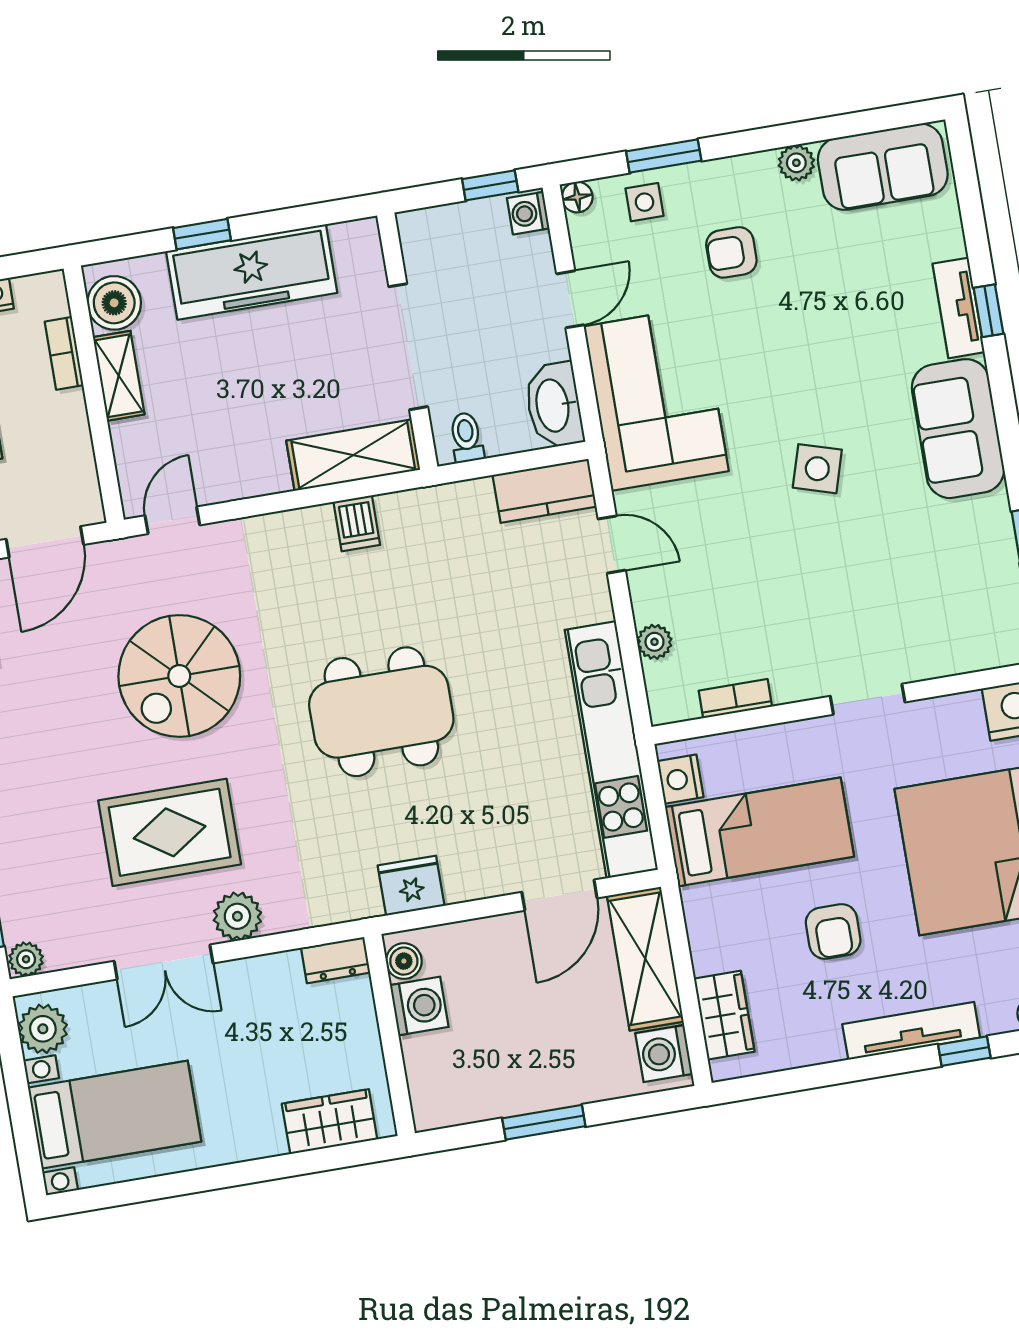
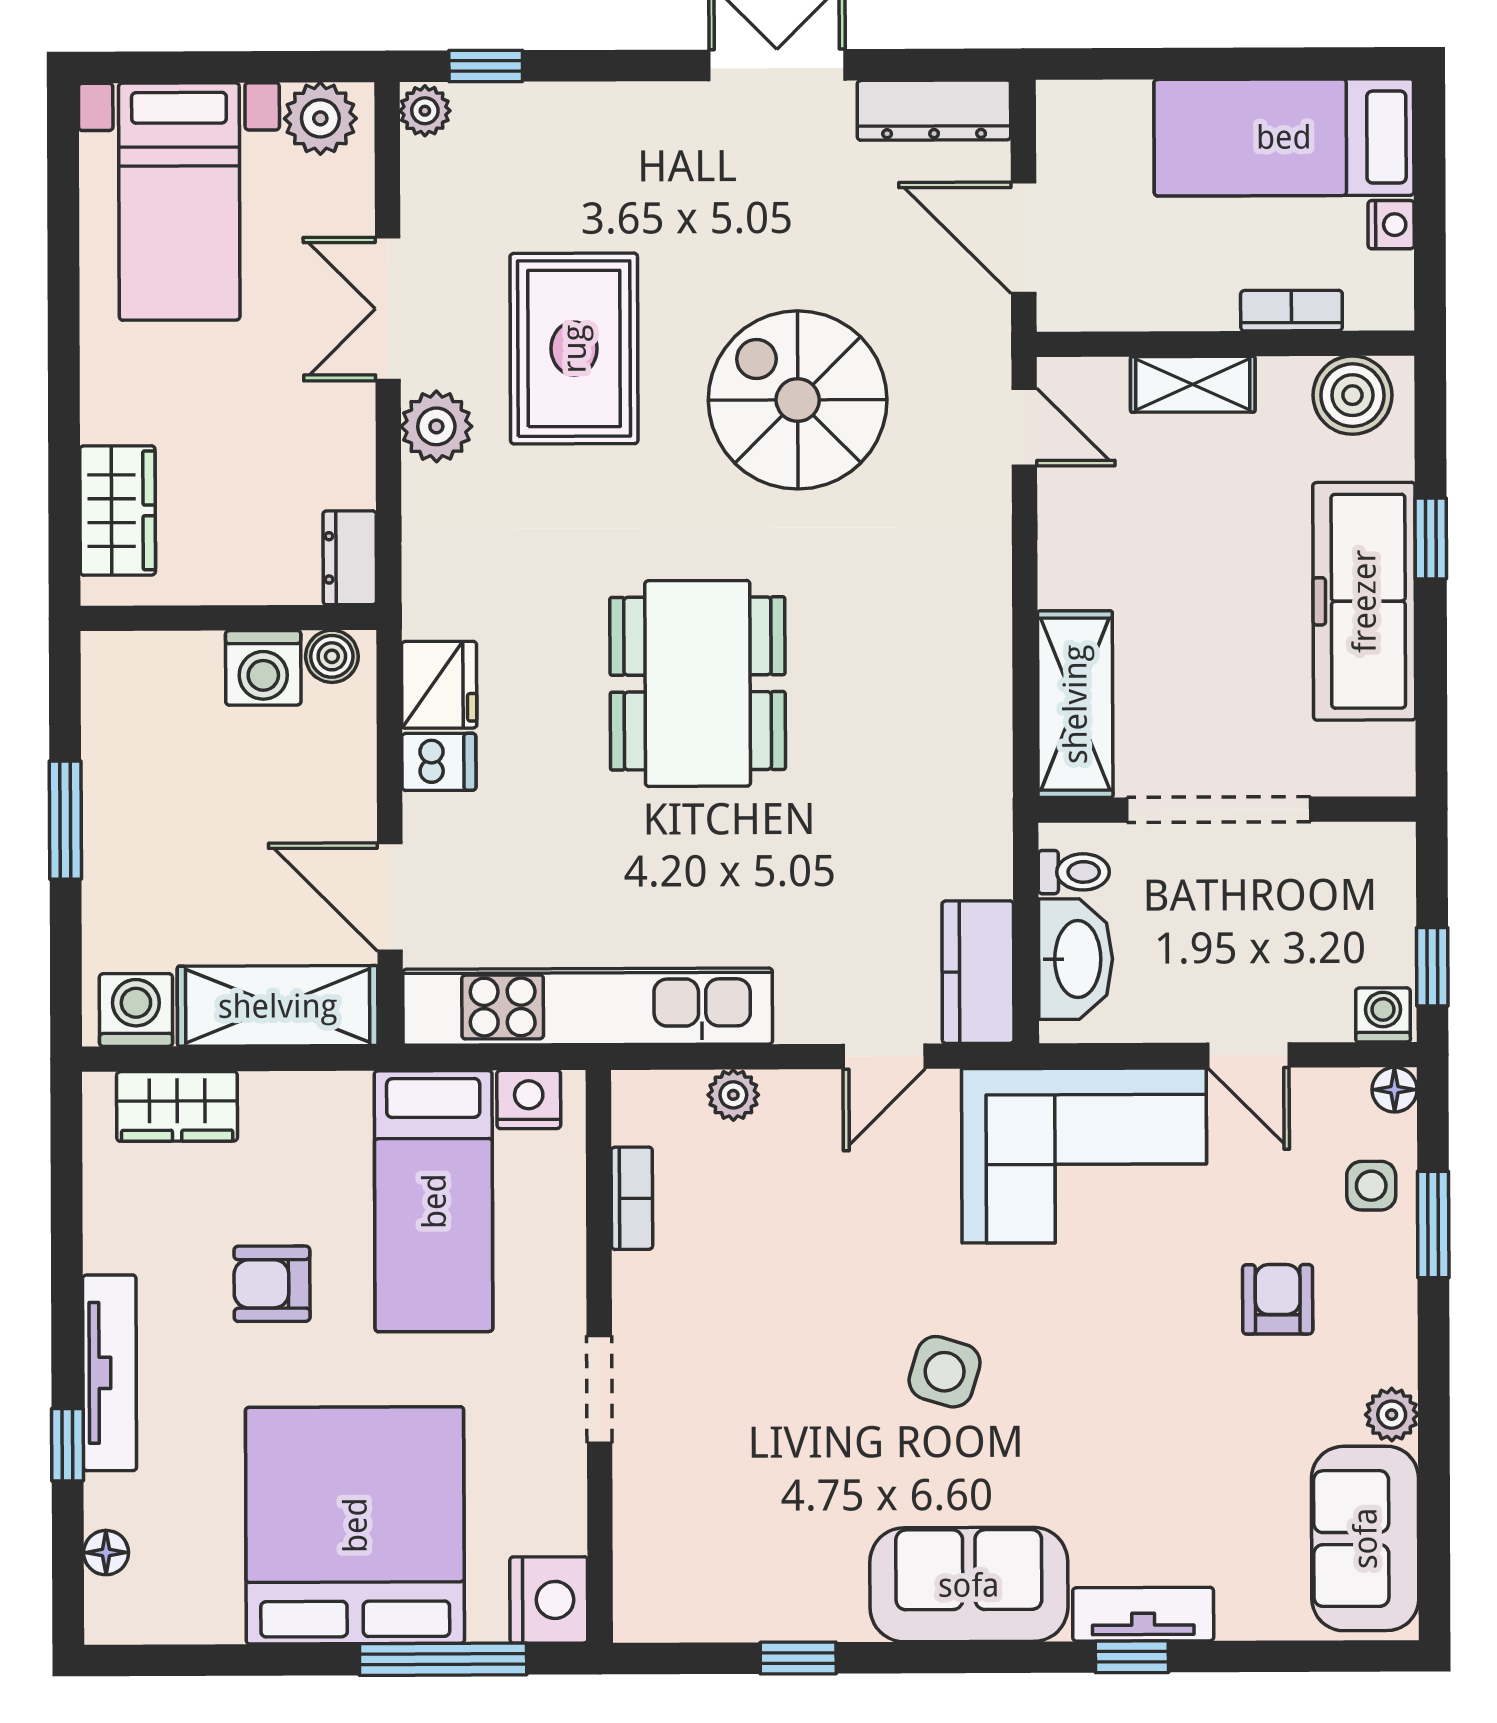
shelving: (119, 376) -> (1193, 384), moved
washbasin: (554, 405) -> (1076, 959), moved, turned 90
dishwasher: (357, 523) -> (439, 762), moved, turned 180

